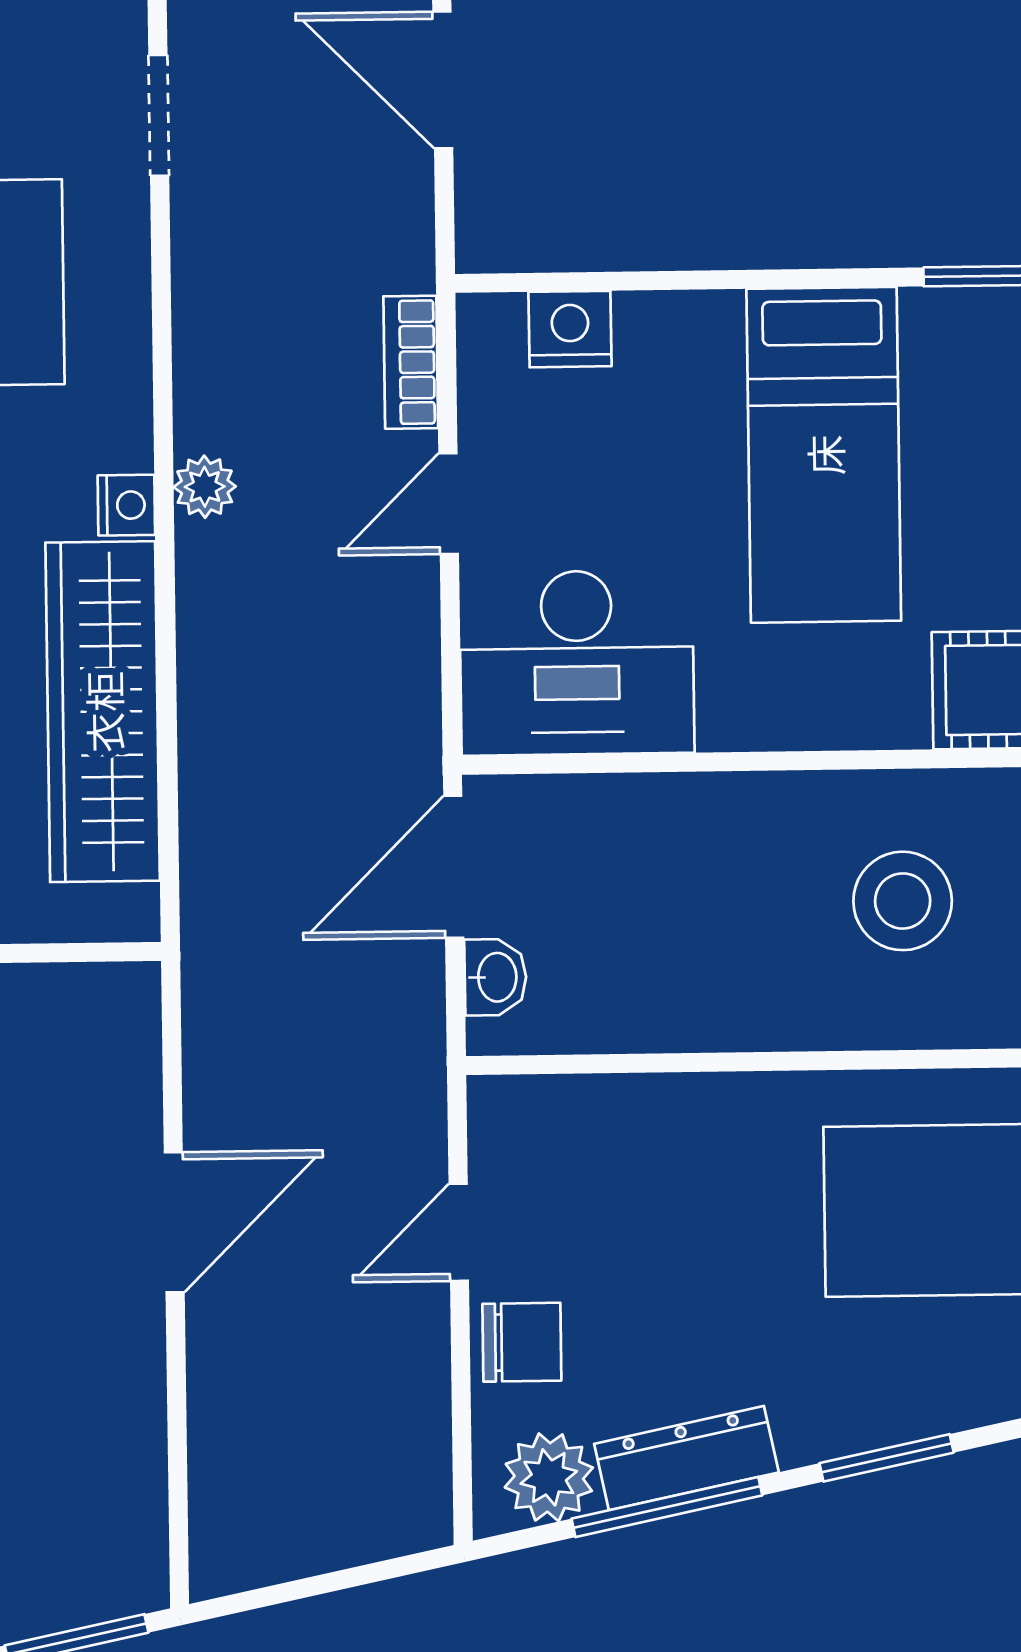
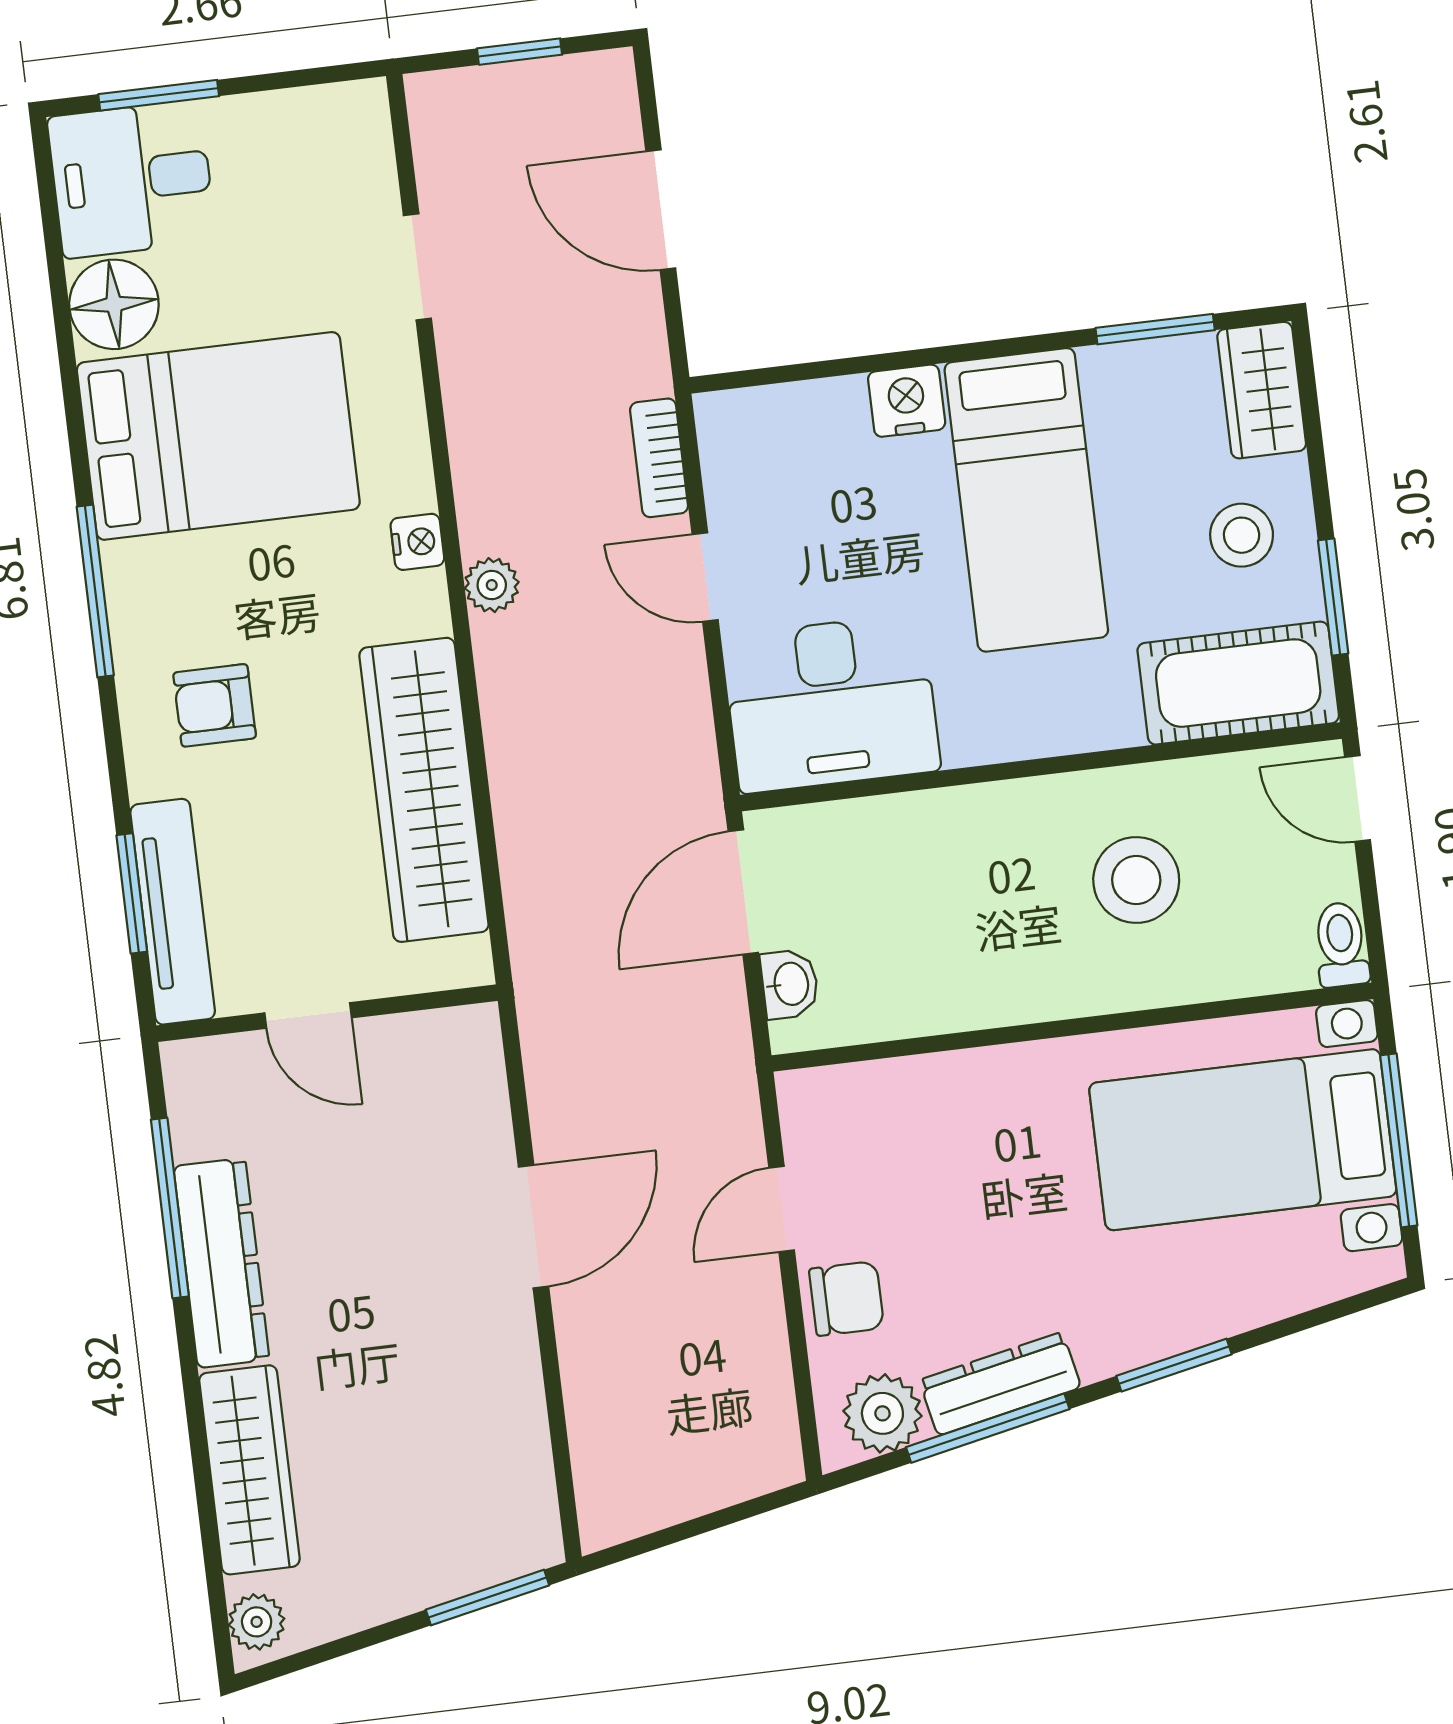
nightstand: (570, 329) -> (907, 401), moved
door: (449, 504) -> (705, 577), hinge flipped
nightstand: (126, 505) -> (417, 542), moved

